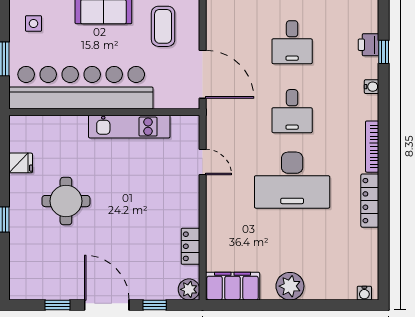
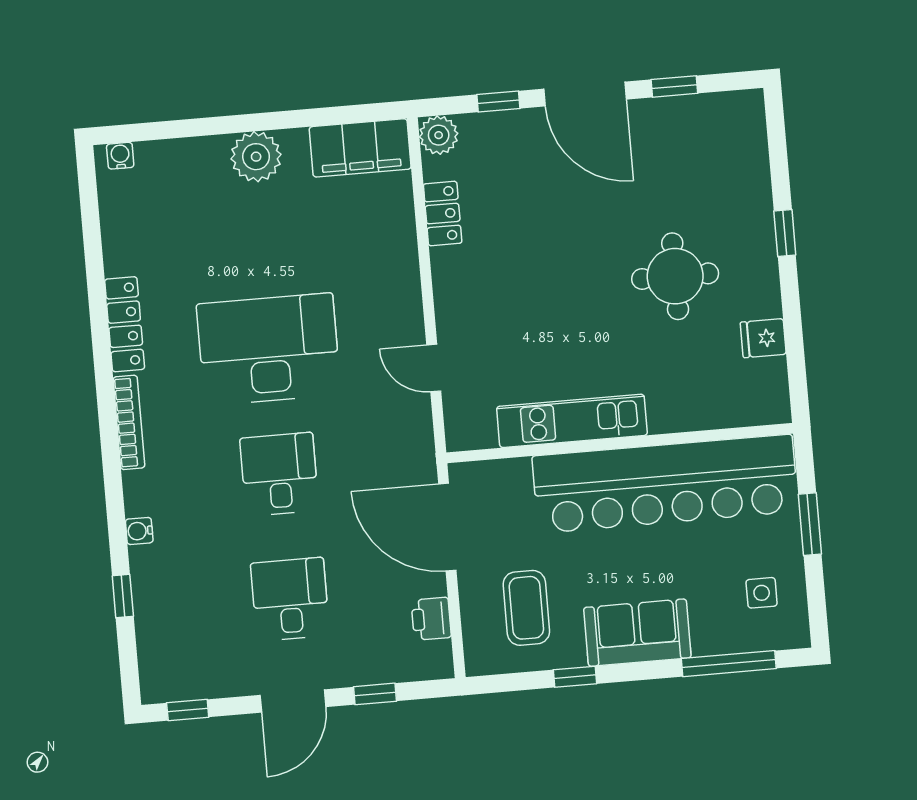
printer: (368, 45) -> (431, 619), moved, turned 180

